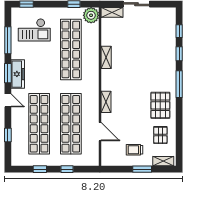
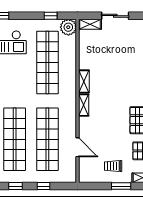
shelving: (106, 57) -> (84, 81), moved
shelving: (106, 102) -> (84, 105), moved

